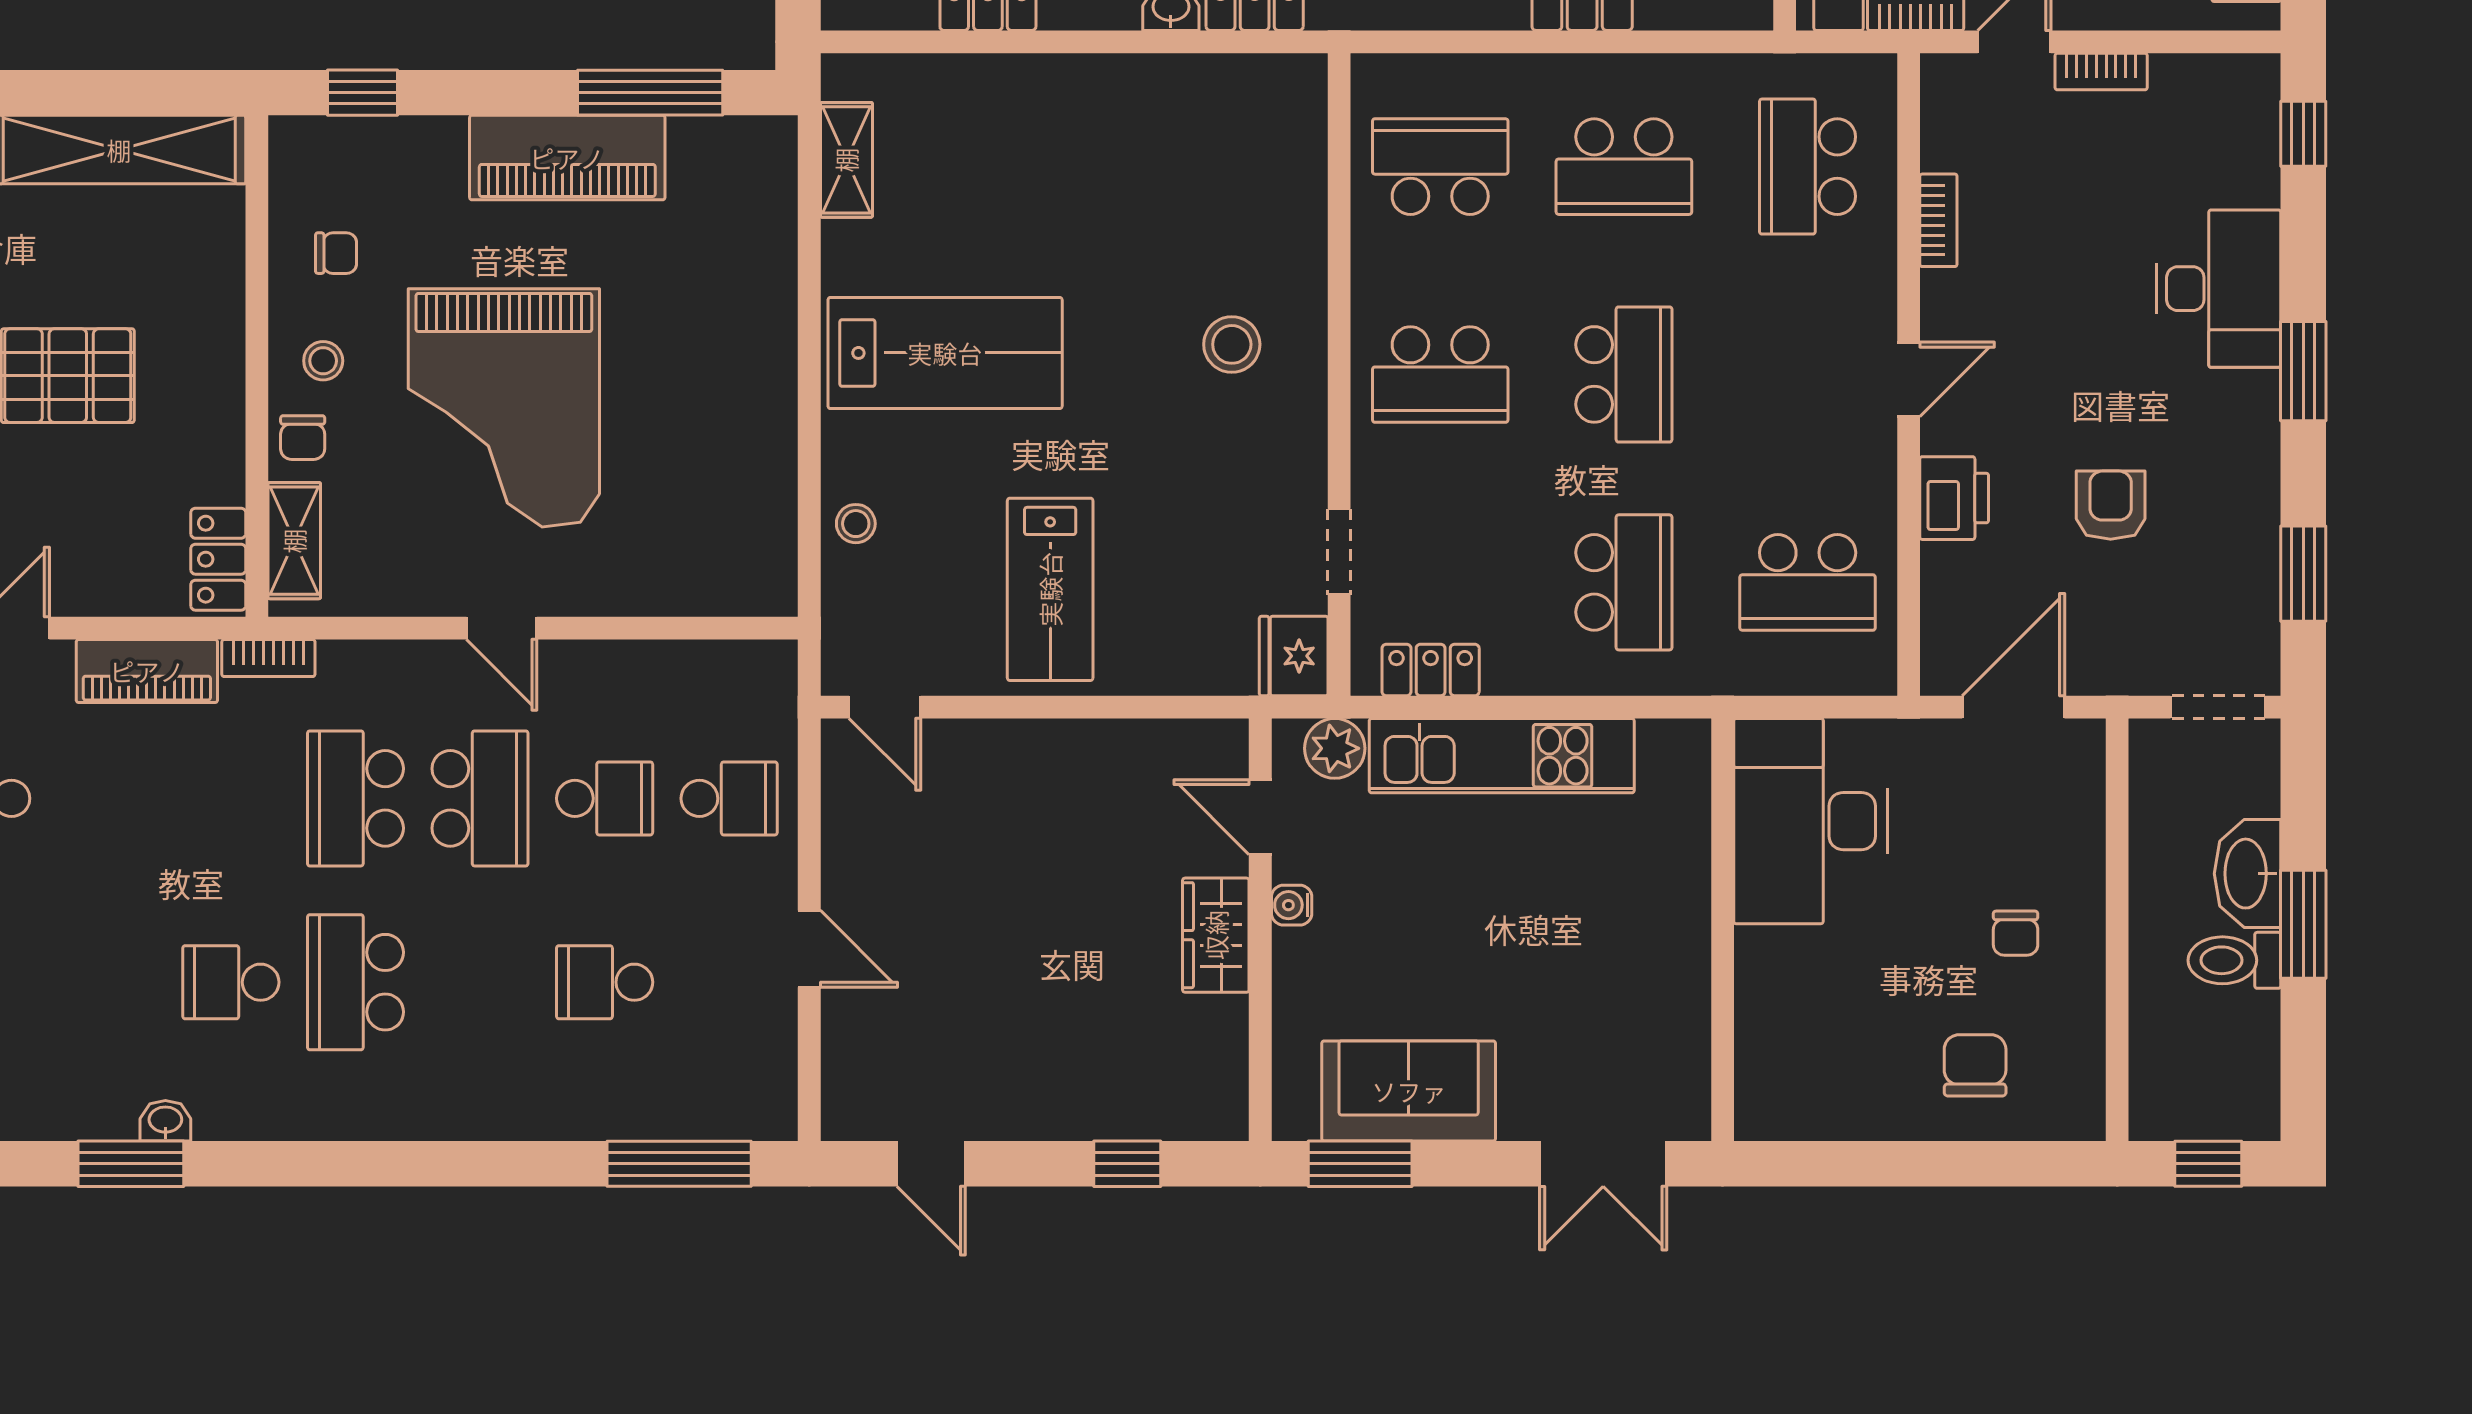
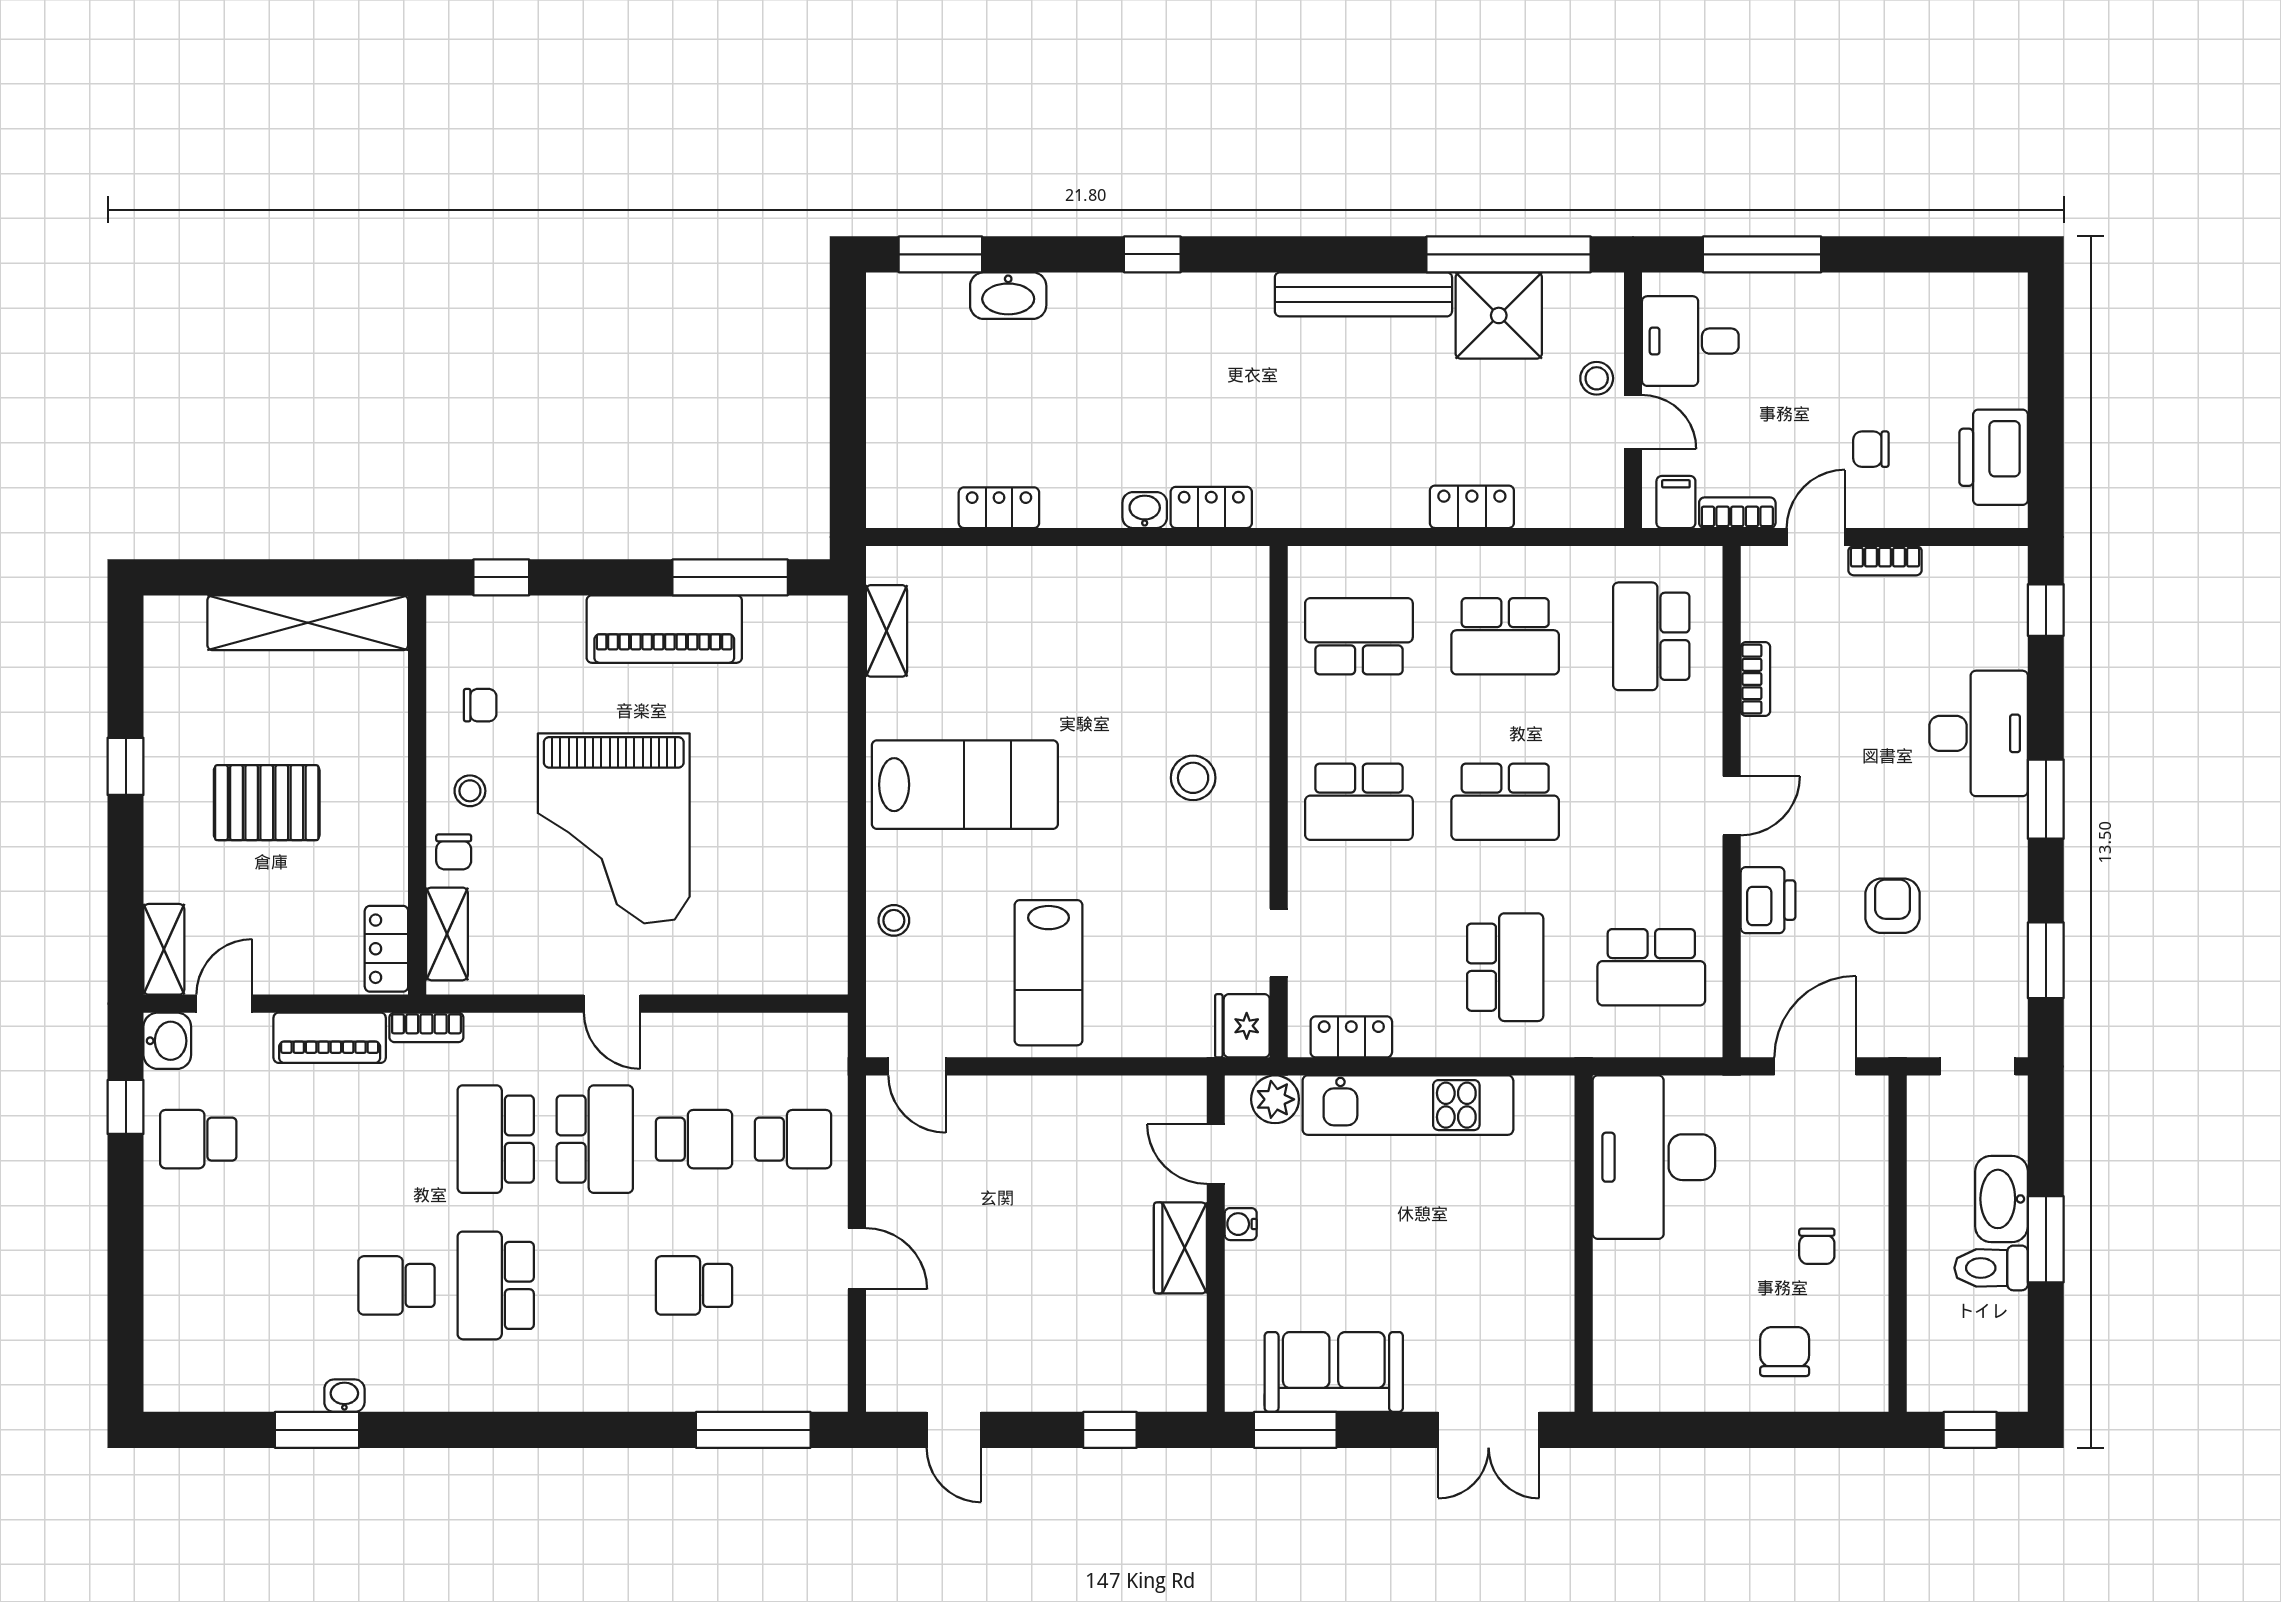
school desk: (1624, 374) -> (1505, 802), turned 90

